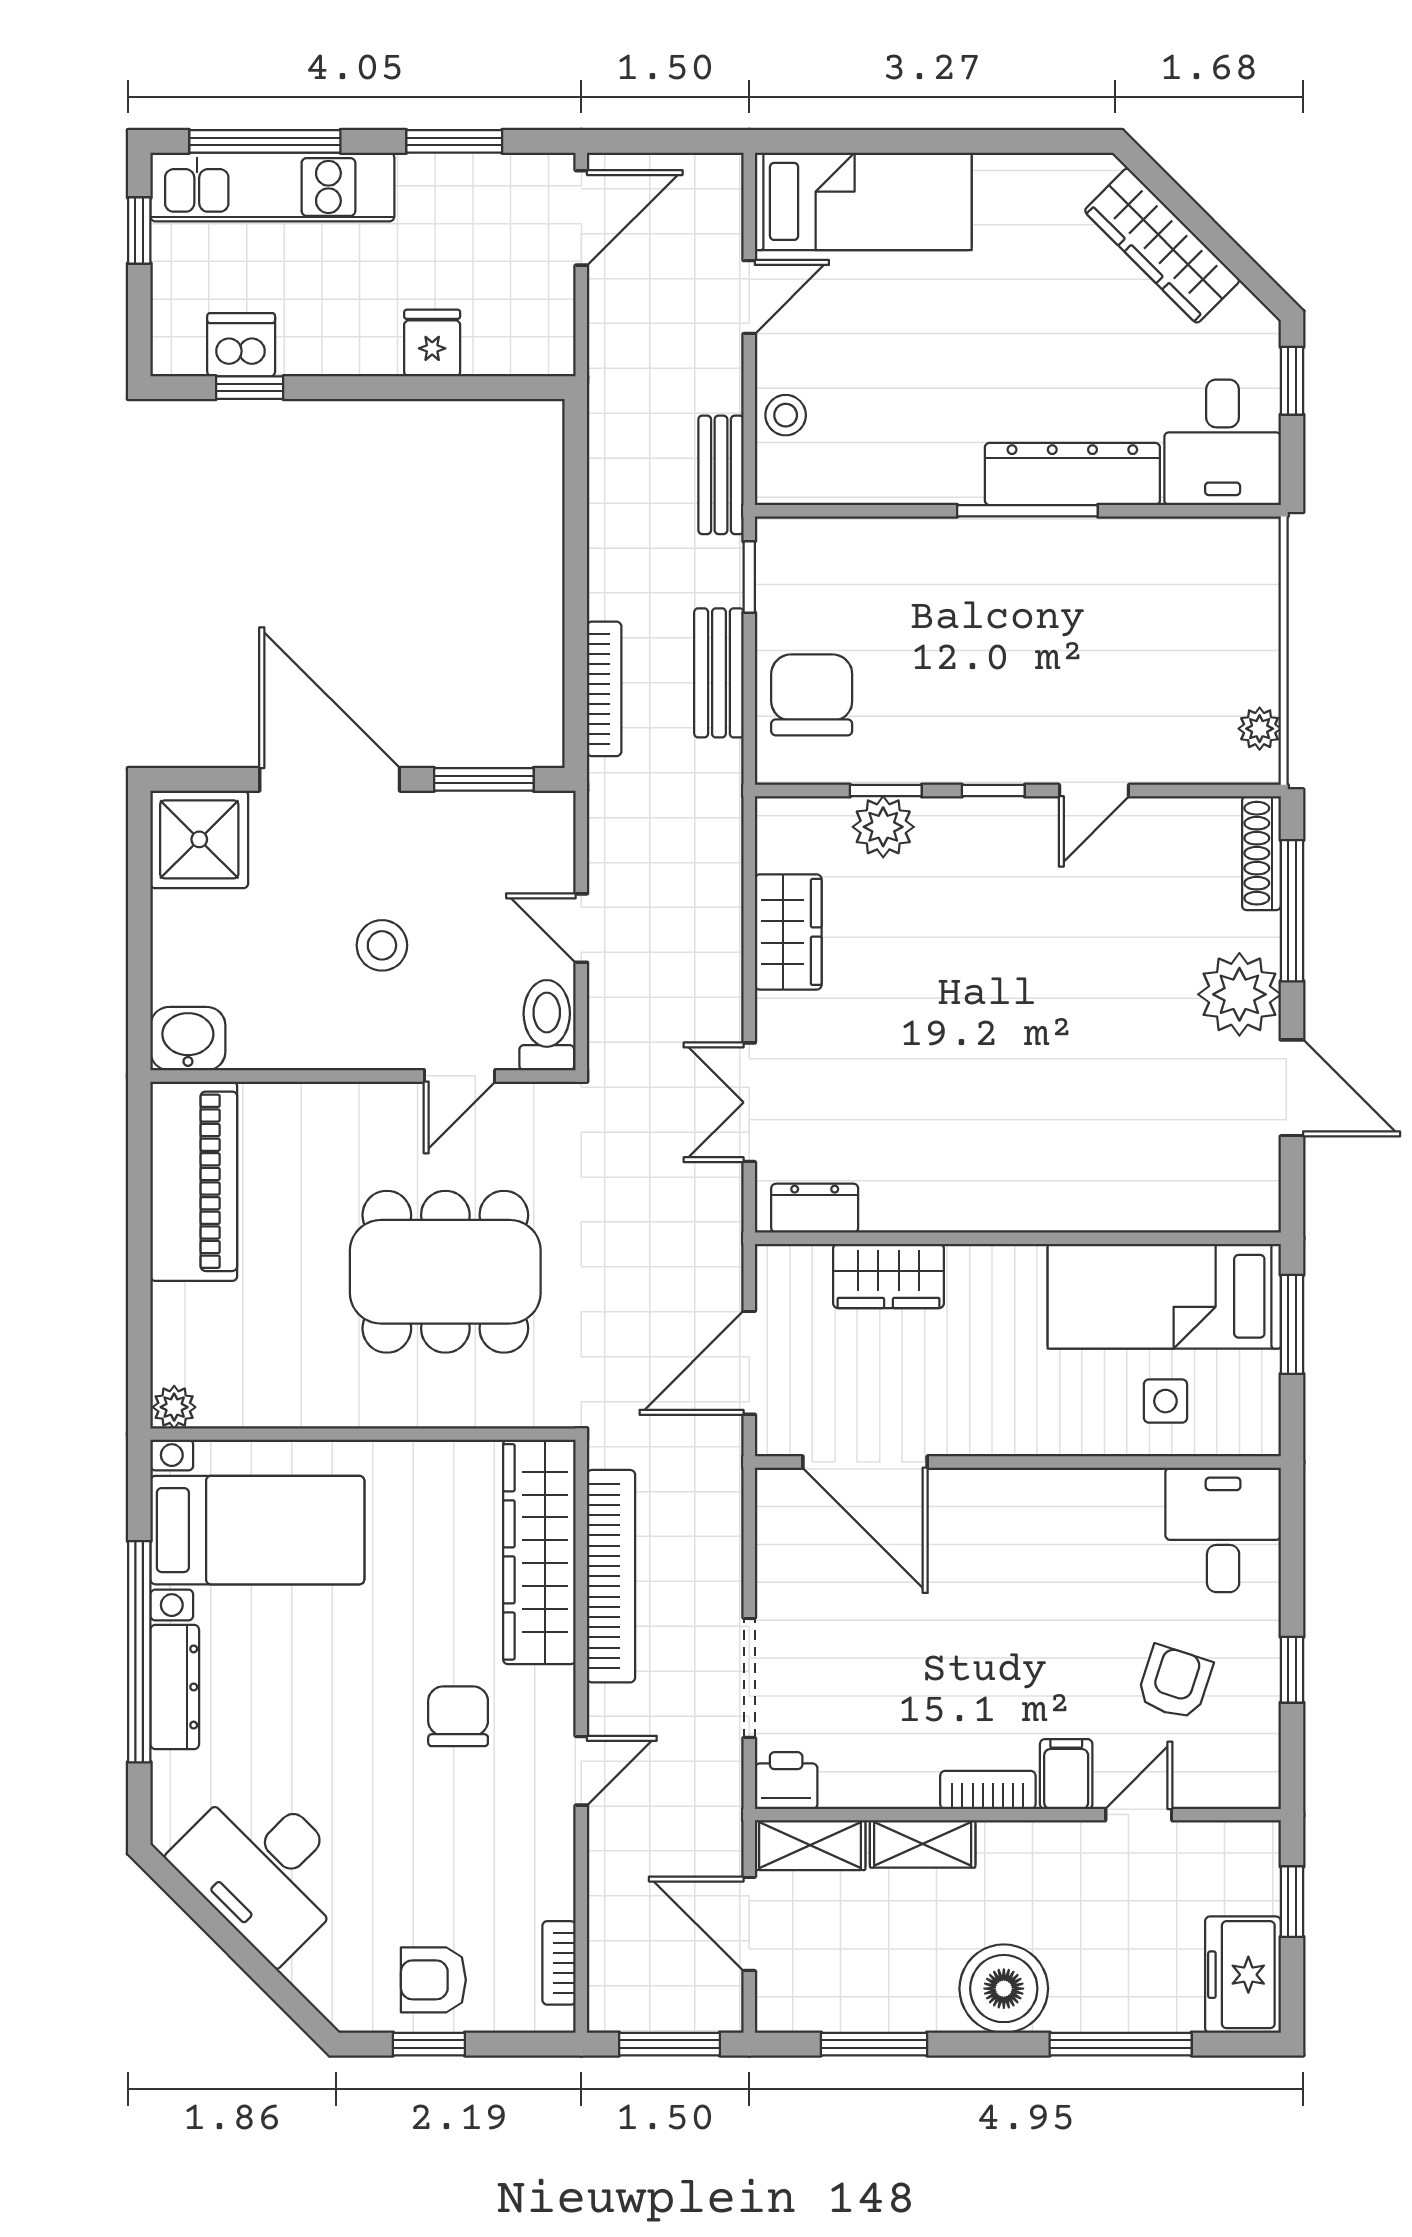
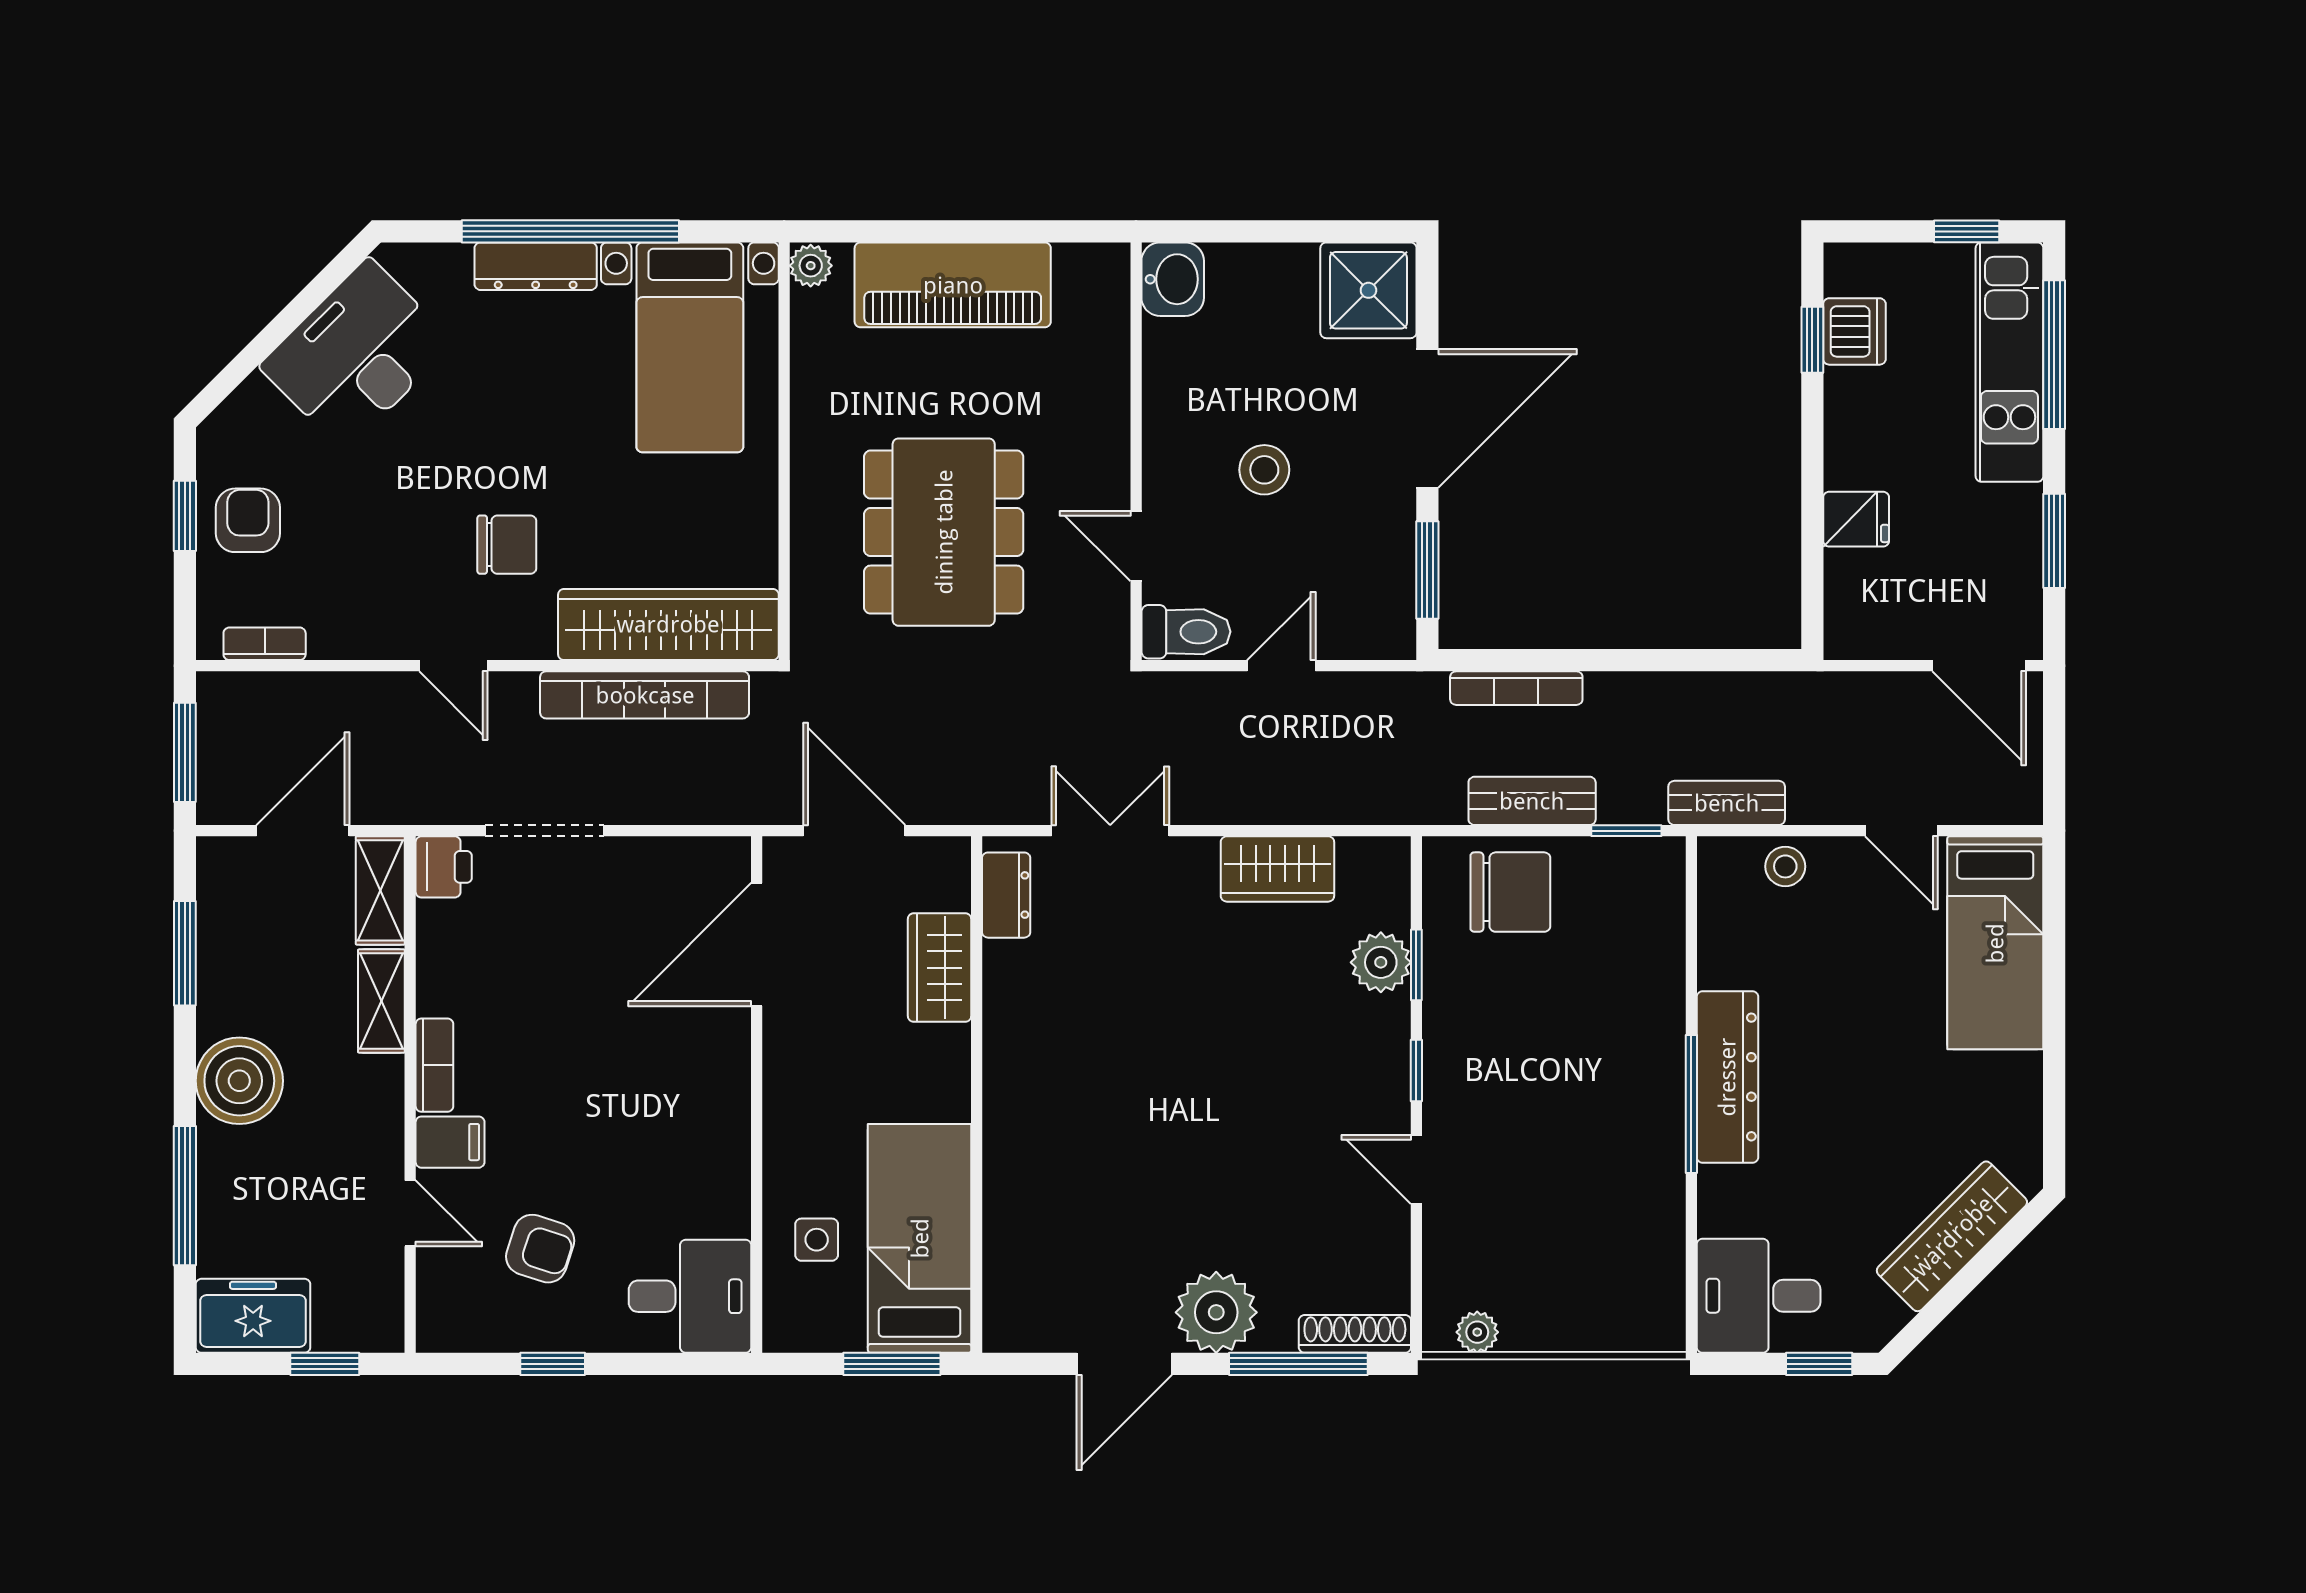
dresser: (1072, 474) -> (1727, 1077), moved
piano: (194, 1181) -> (953, 285), moved

